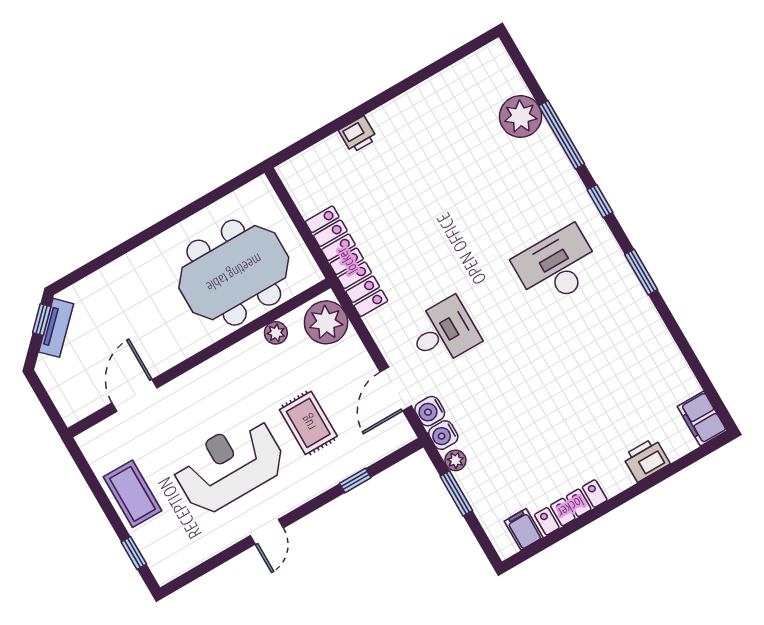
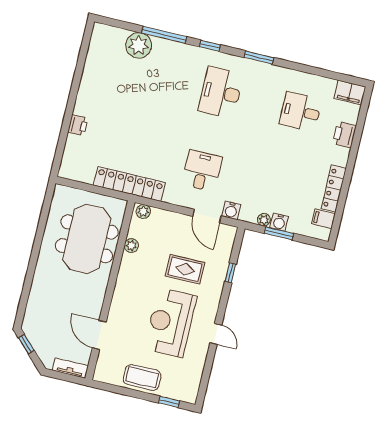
plant: (326, 322) -> (143, 211), width x0.53, depth x0.53
tv unit: (56, 328) -> (70, 368), moved, turned -45
desk: (624, 382) -> (301, 112), added
water cooler: (443, 435) -> (279, 222), moved

